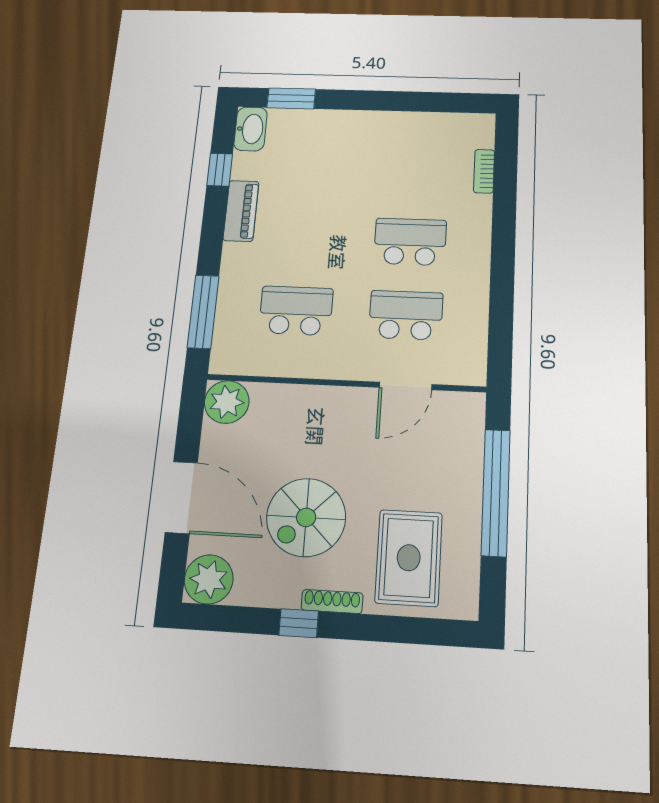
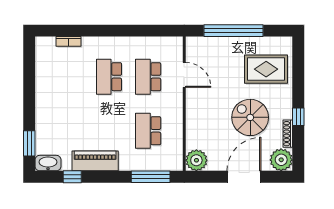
piano: (241, 211) -> (95, 161), width x1.37, depth x1.33
spiral stairs: (306, 517) -> (250, 117), turned 180
shoe rack: (332, 601) -> (288, 134), moved

